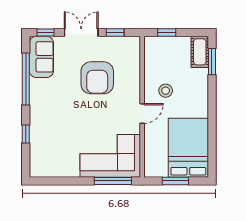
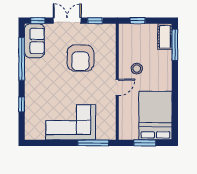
window: (212, 62) -> (175, 45), width x1.44
corner sofa: (110, 156) -> (71, 122), moved

